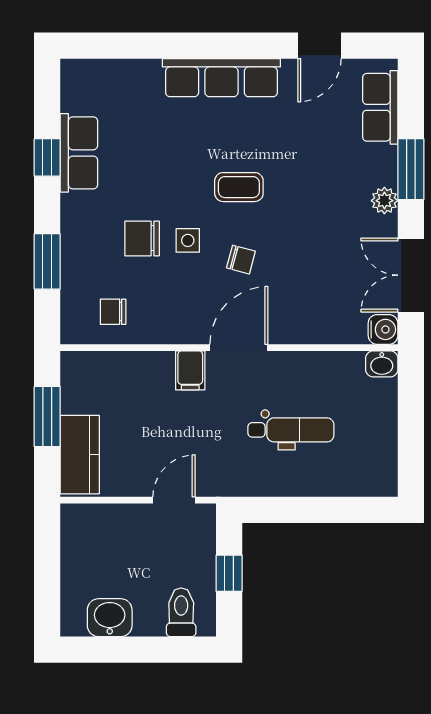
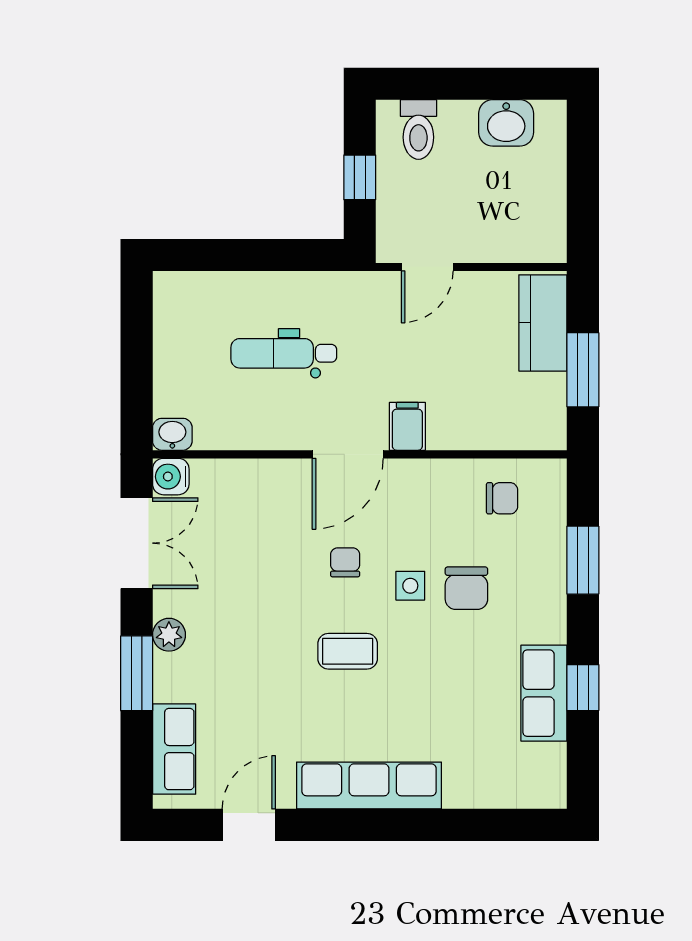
chair: (142, 238) -> (466, 588), turned 90
chair: (241, 260) -> (345, 562), turned 75

